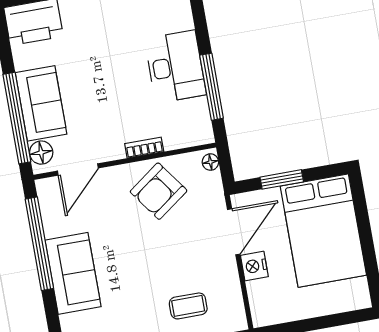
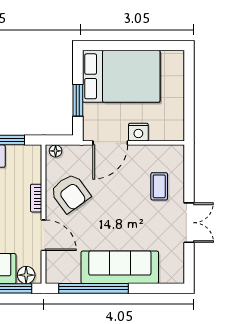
door: (78, 169) -> (44, 235), moved
door: (234, 232) -> (110, 143), swing flipped
sofa: (73, 273) -> (120, 267), width x1.36

